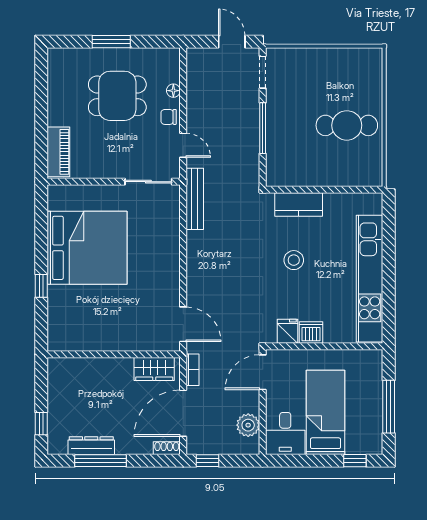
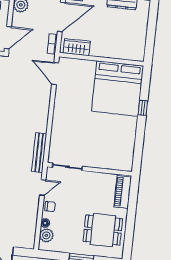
plant: (170, 72) -> (46, 235), added
dining table: (117, 96) -> (103, 230), moved
door: (183, 145) -> (43, 187), swing flipped
bed: (87, 248) -> (117, 89), moved, turned -90
window: (41, 424) -> (152, 20), removed

